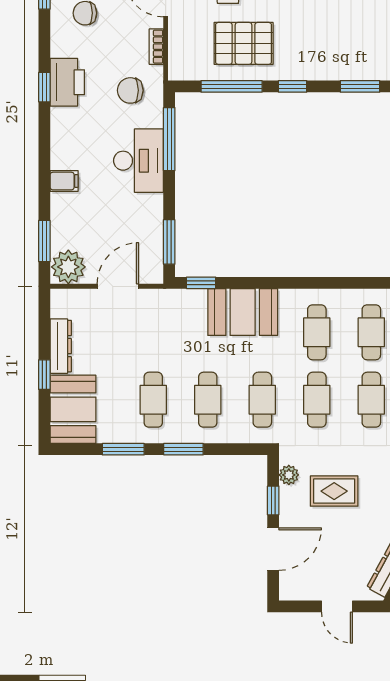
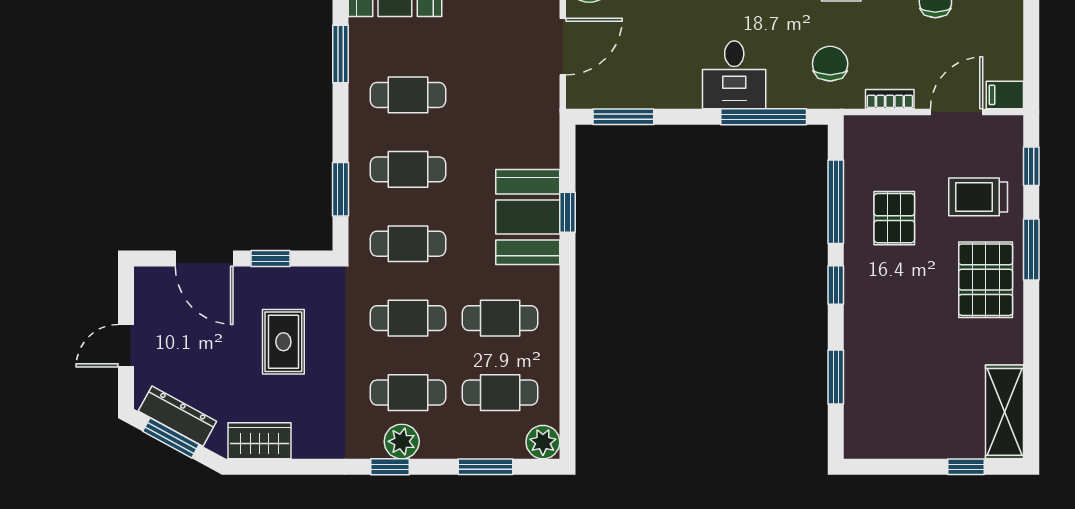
pallet: (244, 43) -> (894, 218), width x0.67, depth x0.71
desk: (138, 161) -> (734, 75), width x0.73
window: (201, 283) -> (568, 212), moved
door: (118, 286) -> (563, 47), hinge flipped
window: (183, 449) -> (340, 189), moved
plant: (289, 475) -> (305, 280), removed

